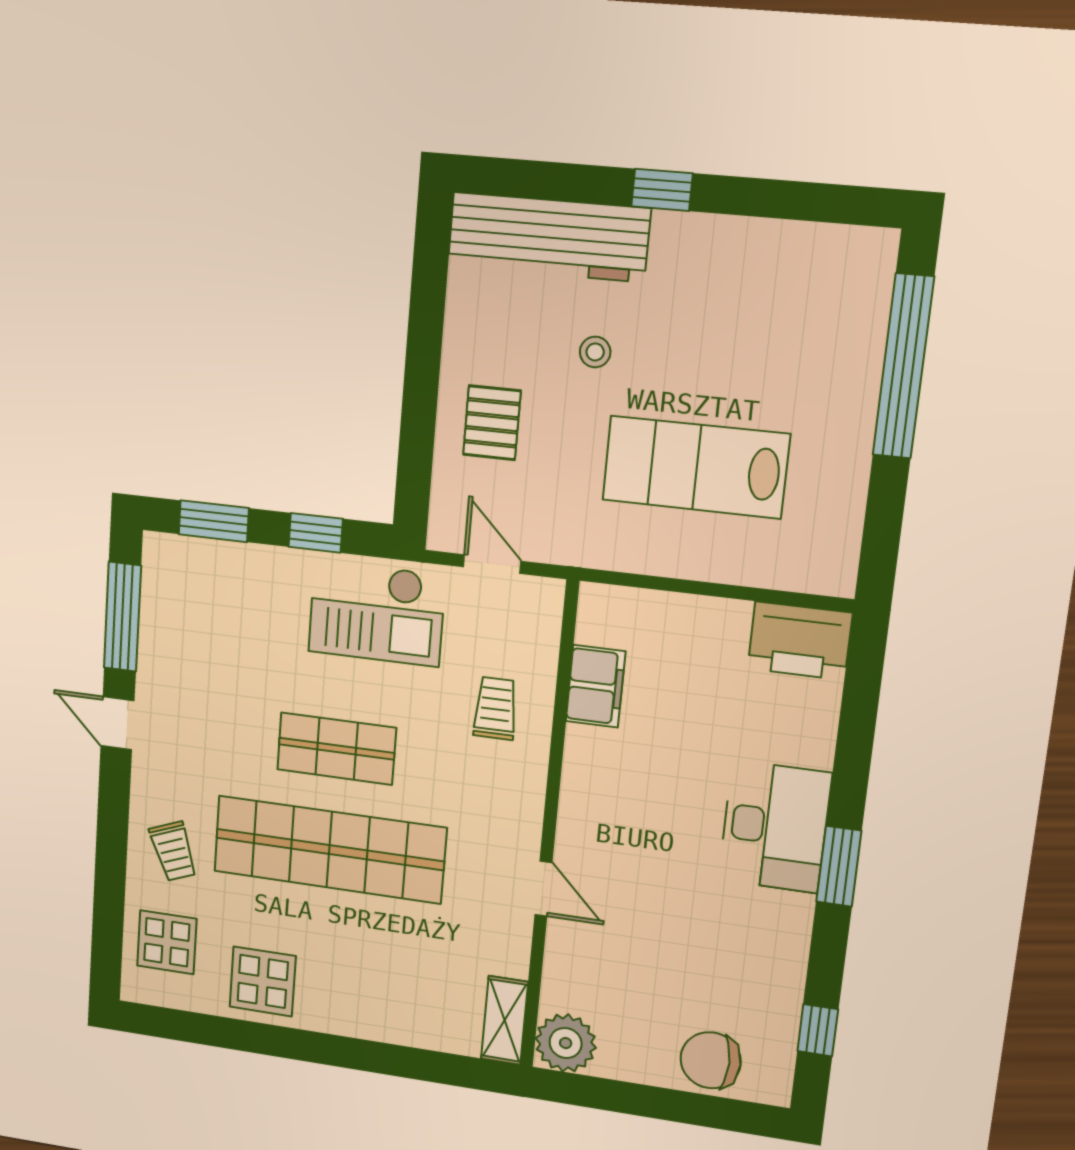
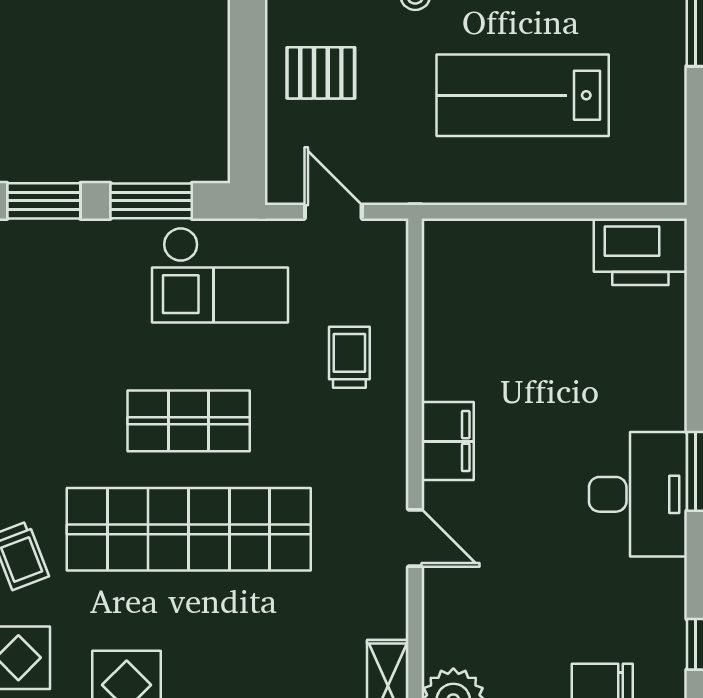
pallet: (492, 423) -> (321, 73), turned 90
window: (316, 533) -> (151, 201), width x1.50
filing cabinet: (596, 686) -> (448, 441), moved
desk: (775, 827) -> (638, 494), moved

